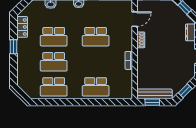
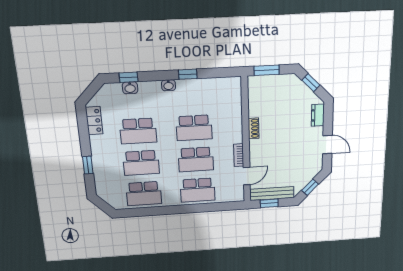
door: (135, 19) -> (247, 176), moved
window: (14, 47) -> (88, 165), moved
school desk: (96, 62) -> (196, 160), added

